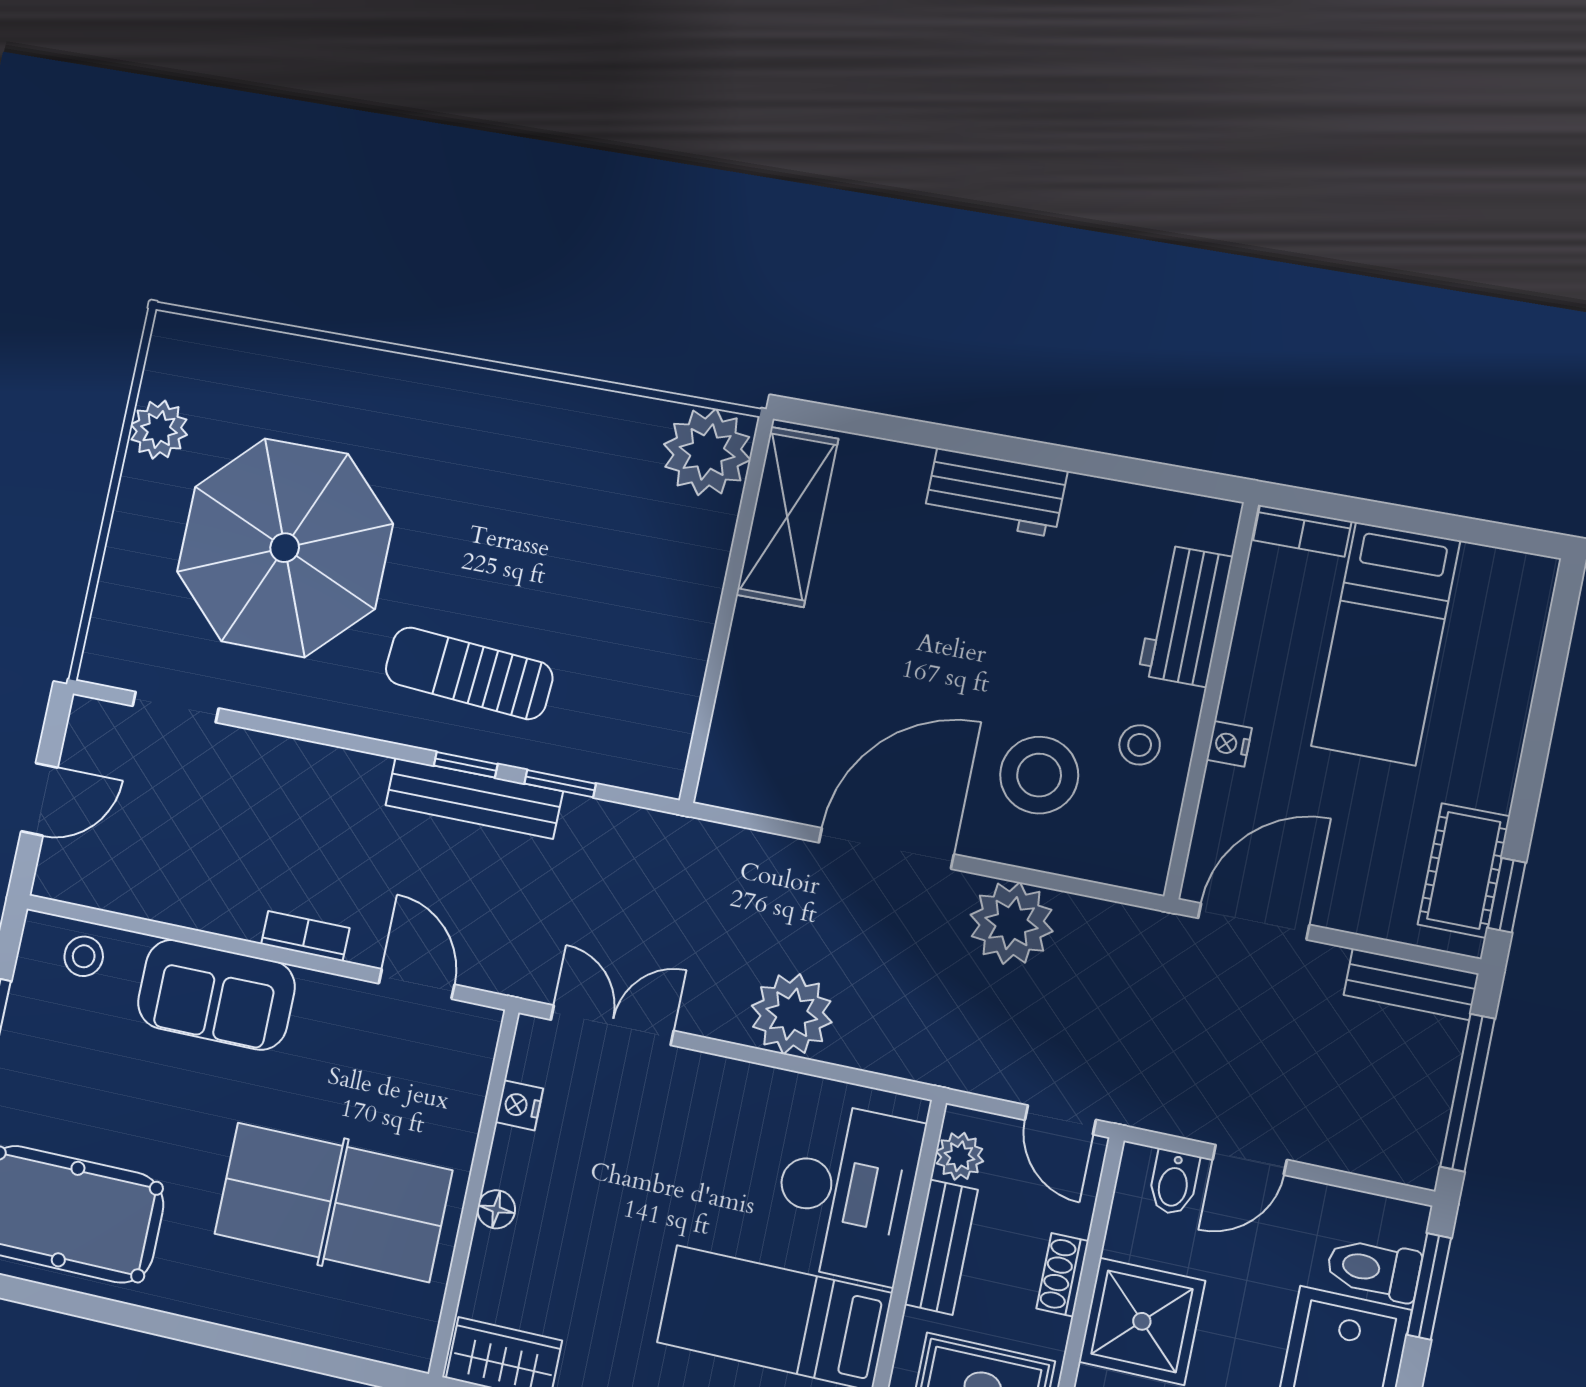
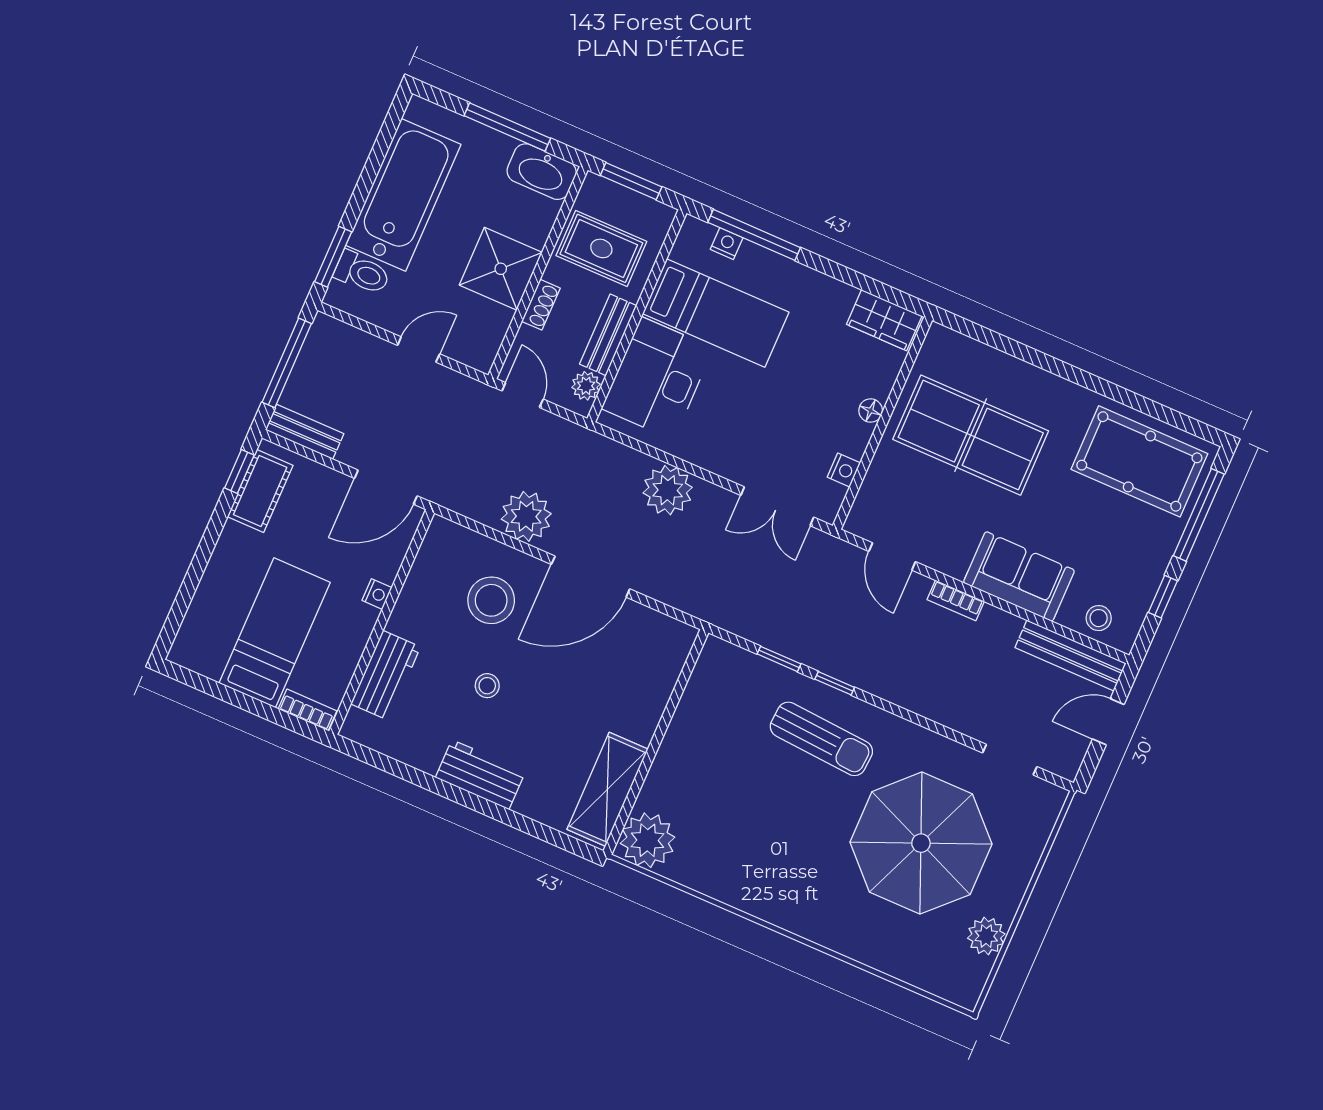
stool: (1140, 745) -> (487, 686), moved
bench: (474, 798) -> (1071, 655), moved
bidet: (1174, 1183) -> (465, 345), removed

